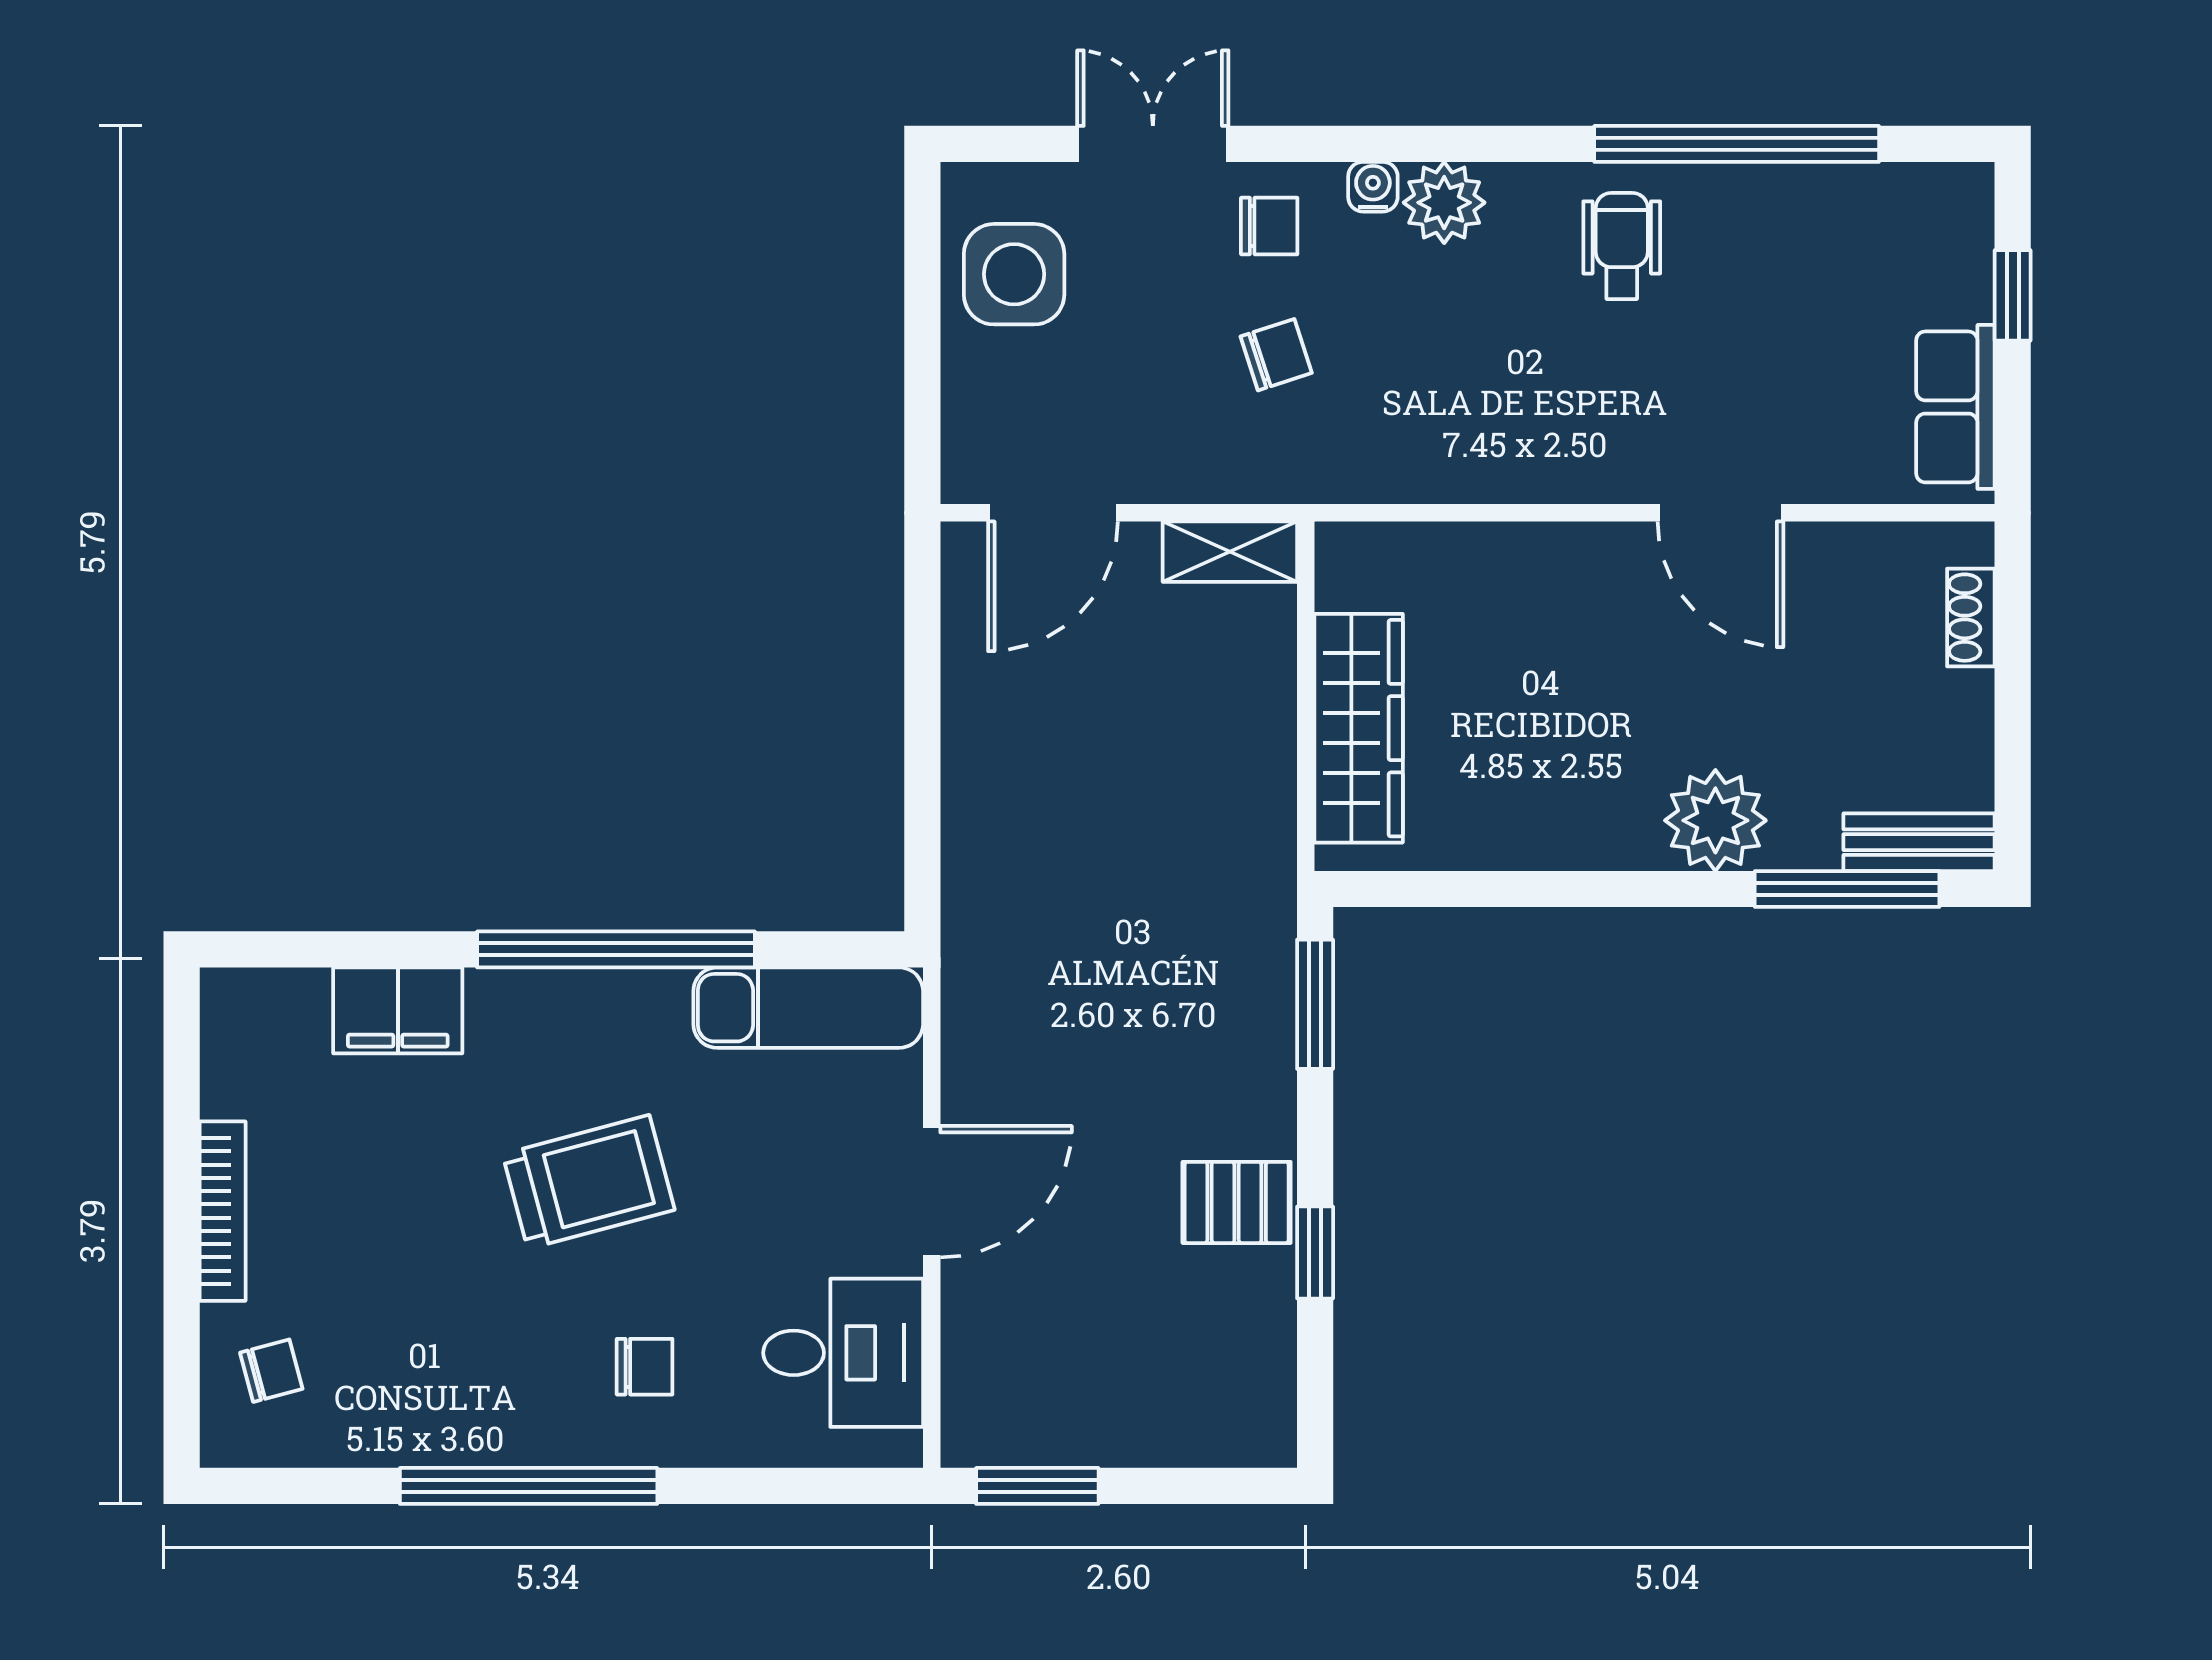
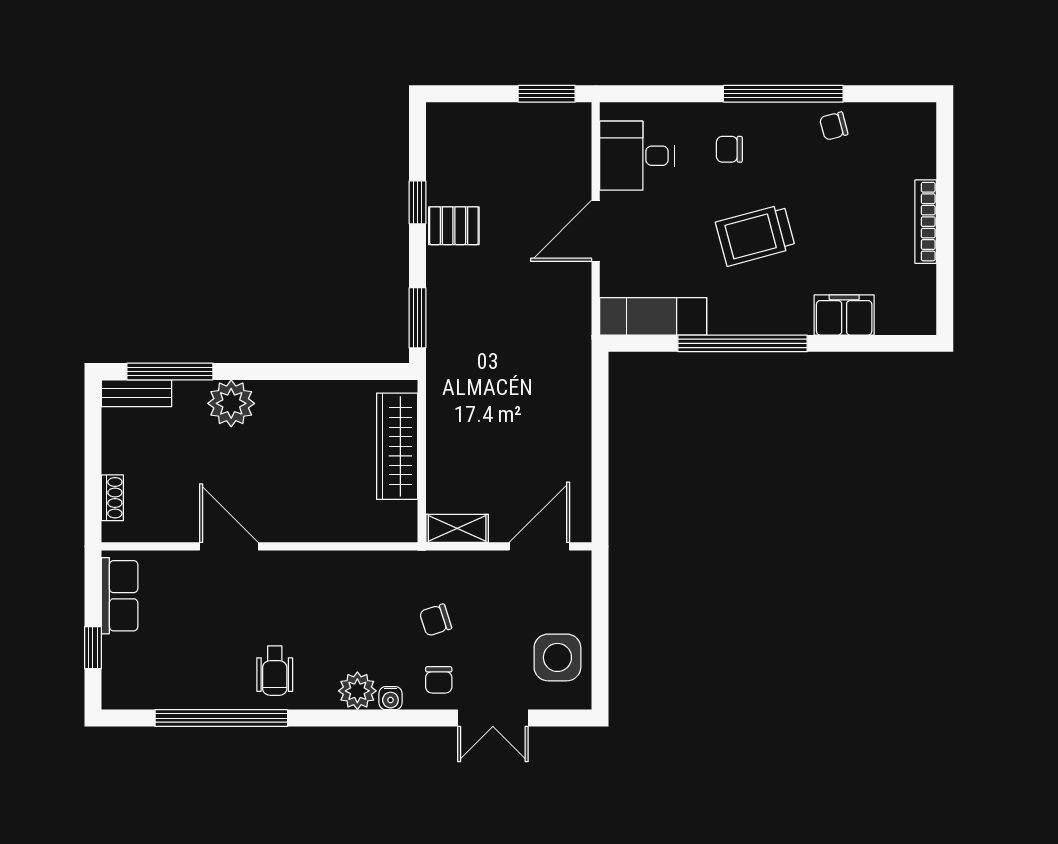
chair: (1269, 226) -> (439, 680), turned -90
chair: (271, 1371) -> (834, 126), moved

